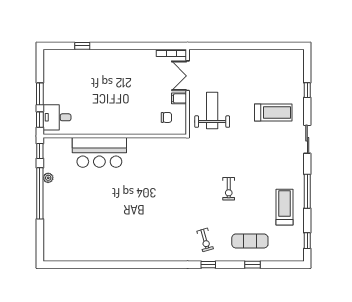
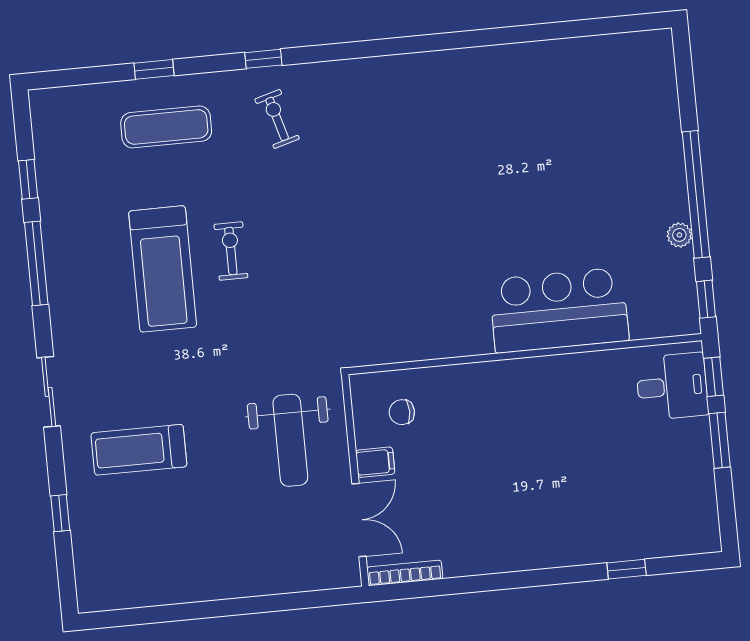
treadmill: (285, 207) -> (163, 269), moved, width x1.37, depth x1.38
window: (307, 241) -> (28, 179), moved

